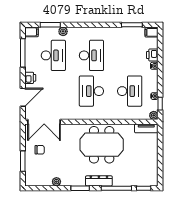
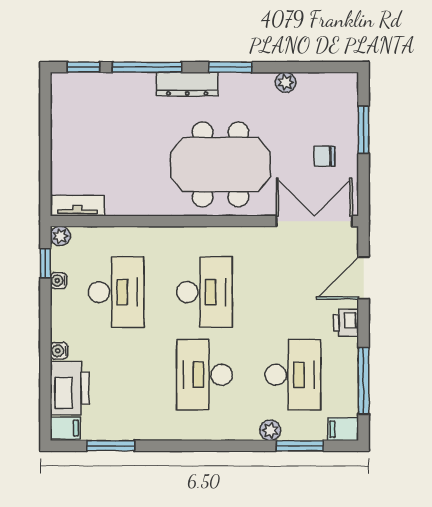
desk: (53, 55) -> (293, 375), turned 180
printer: (152, 55) -> (70, 388), width x1.87, depth x1.48
desk: (130, 91) -> (116, 292), turned 180
meeting table: (102, 145) -> (220, 164), moved

